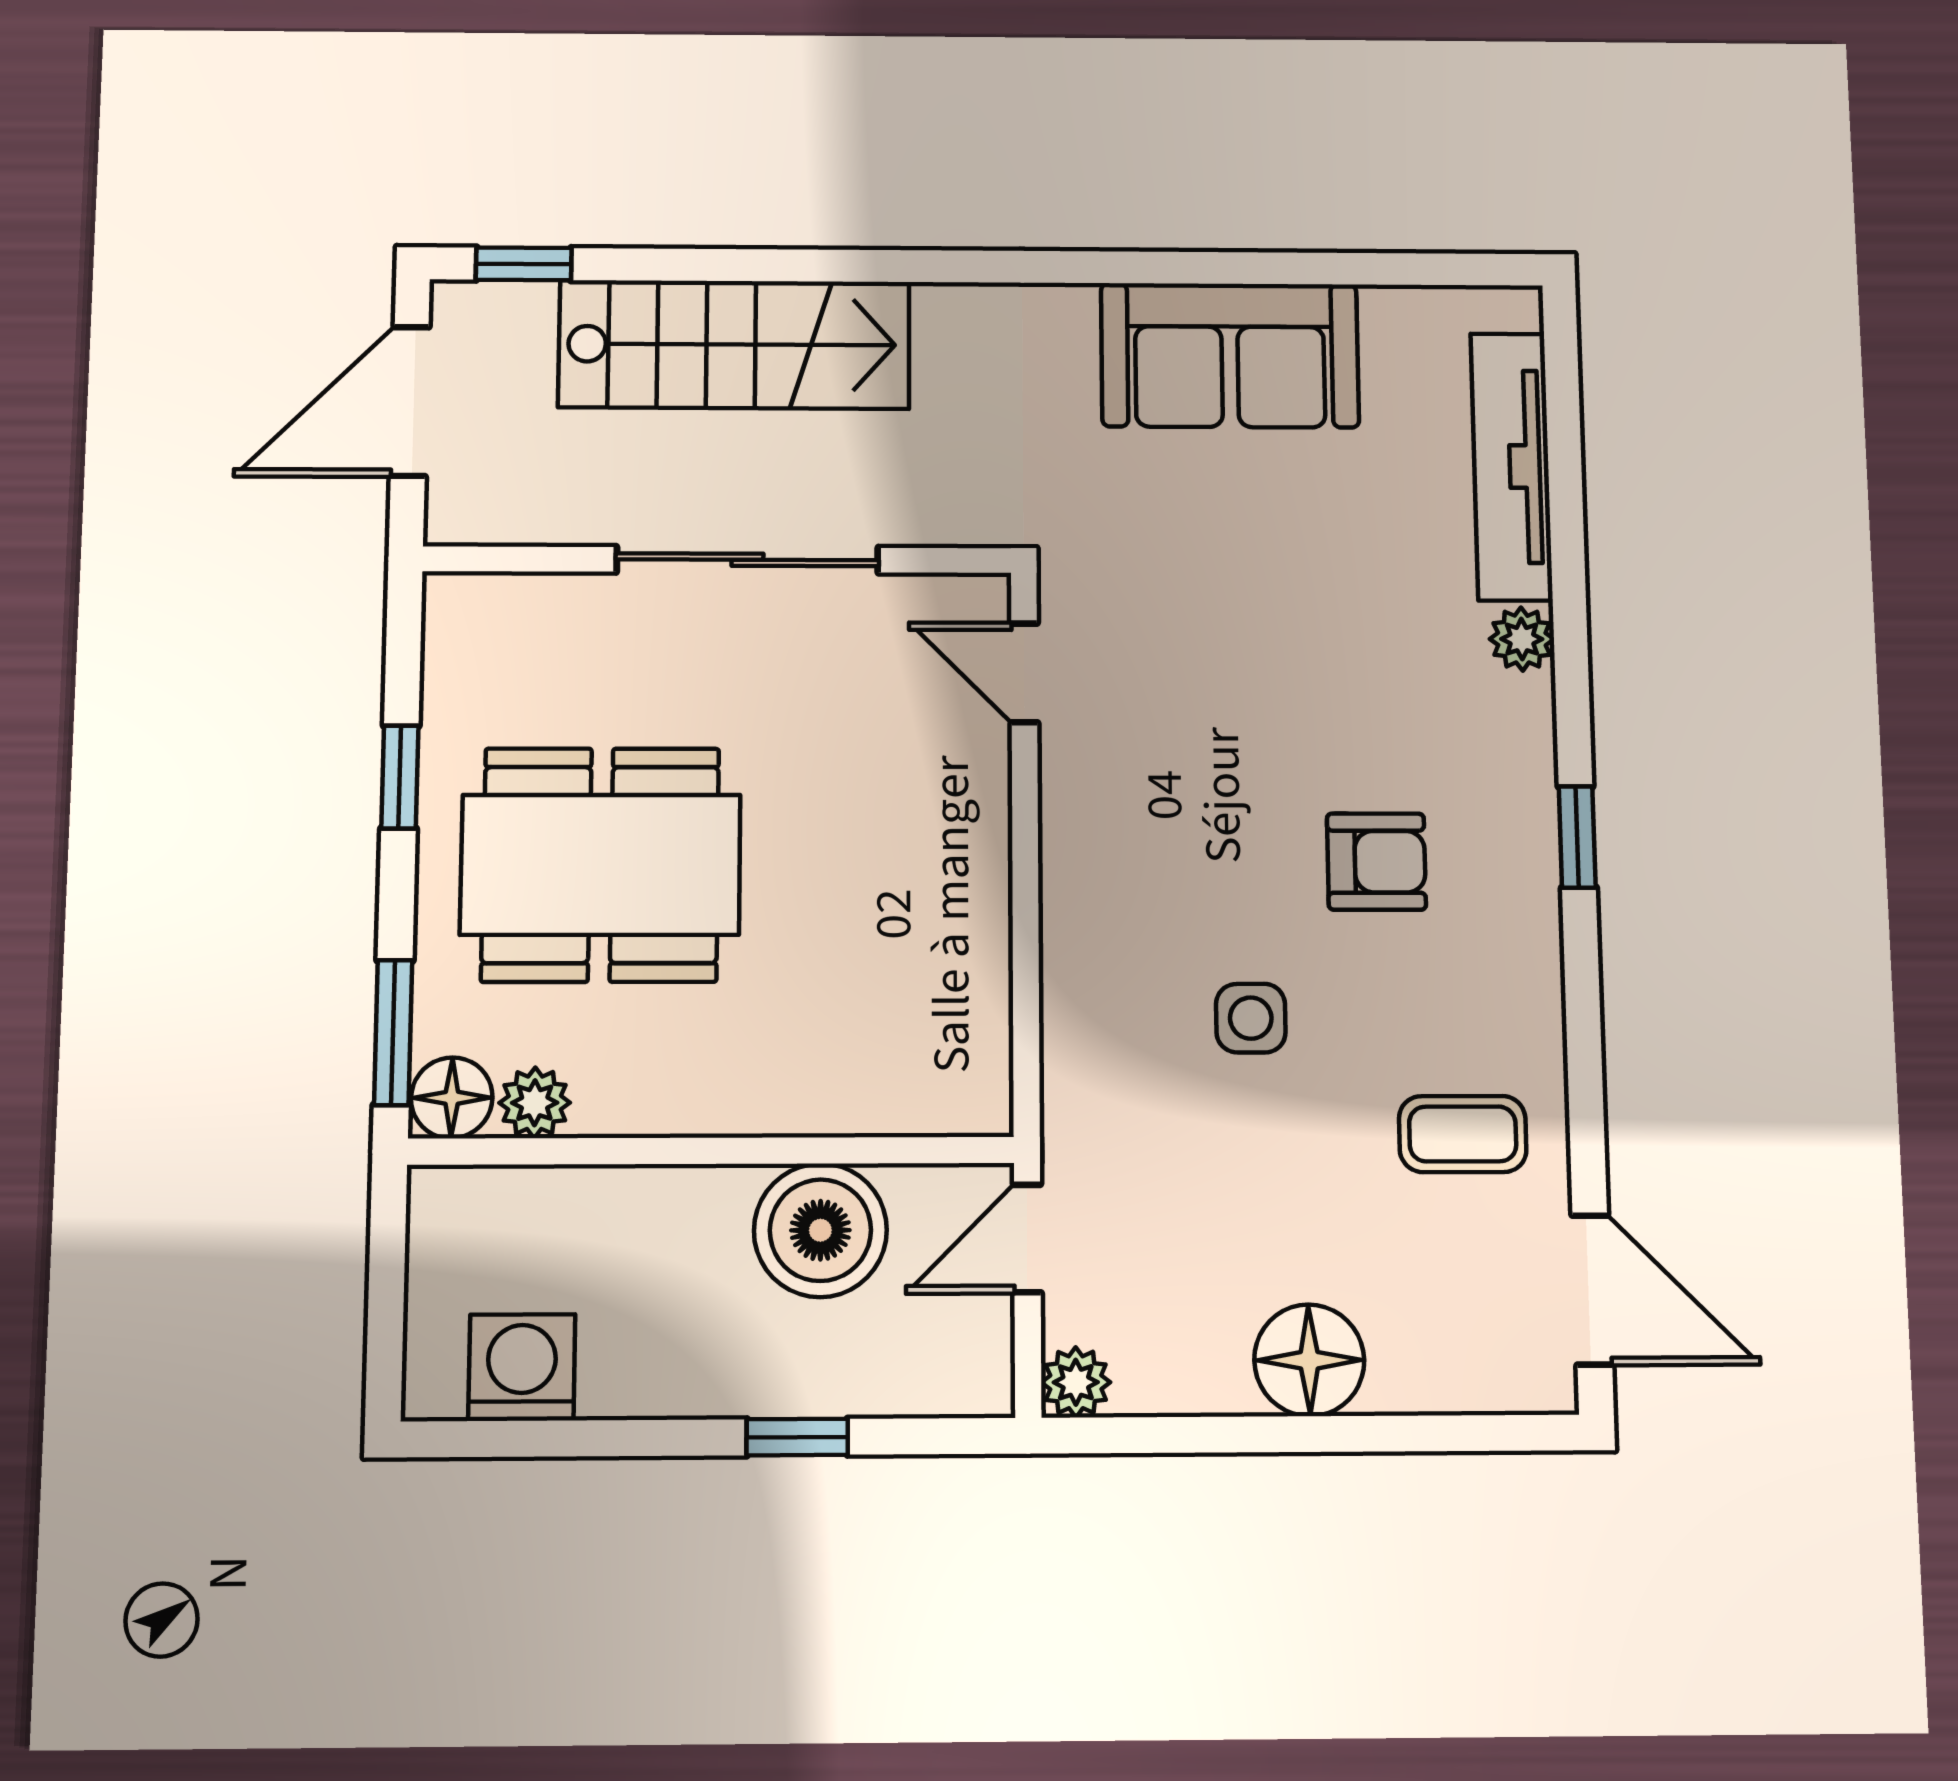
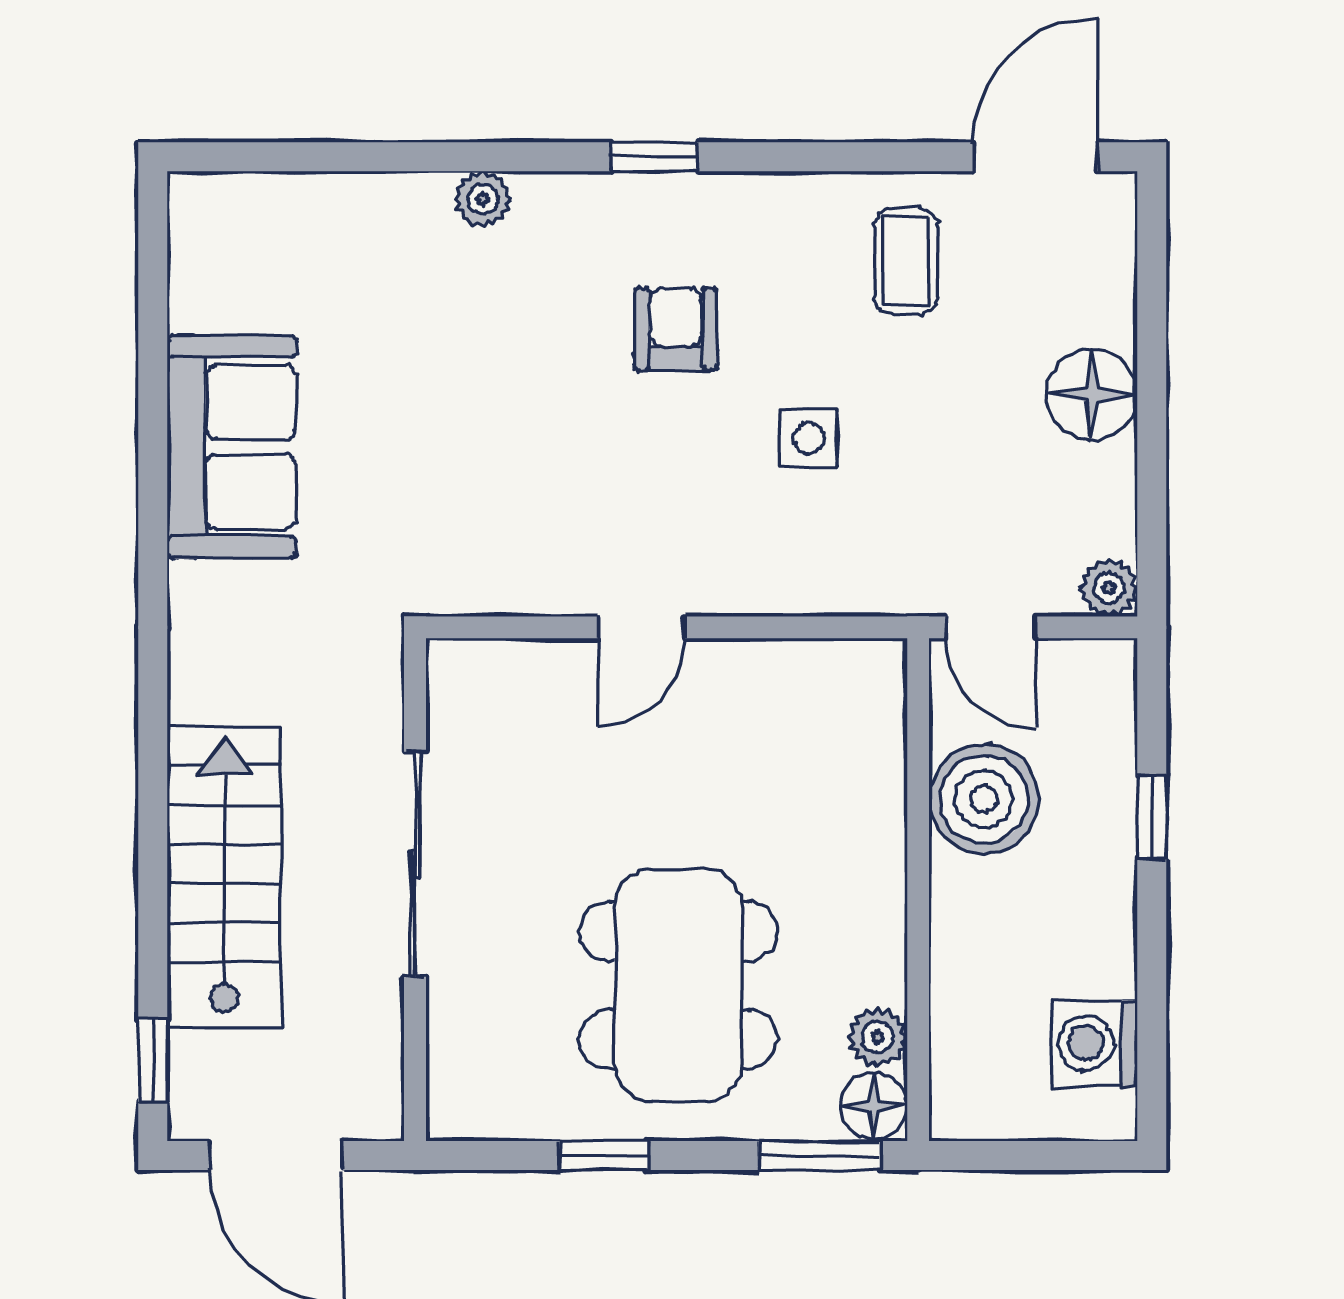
tv unit: (1511, 466) -> (330, 203), removed
door: (1024, 673) -> (641, 627), moved

